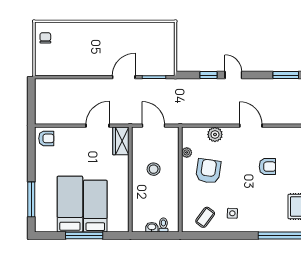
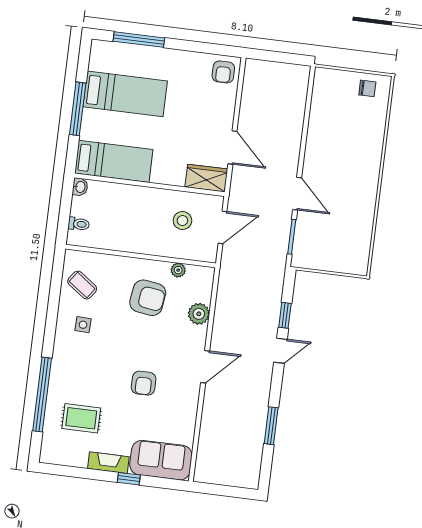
stool: (154, 169) -> (182, 220), moved
bed: (95, 206) -> (114, 161), moved
washbasin: (152, 227) -> (80, 187), moved

